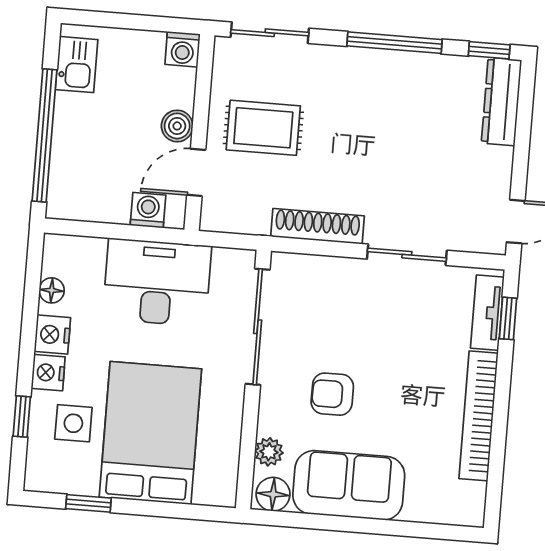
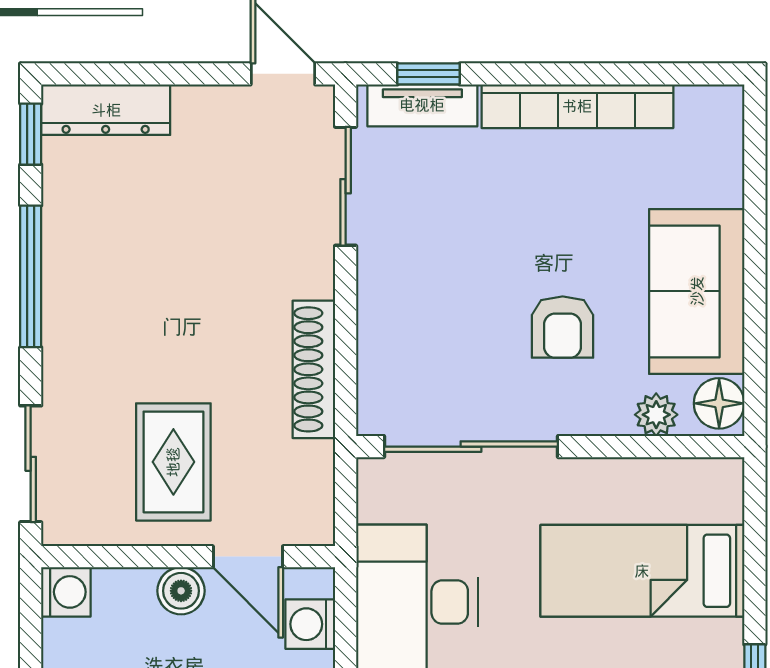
sliding door: (407, 255) -> (346, 186), moved
bed: (150, 433) -> (642, 571), width x0.67

